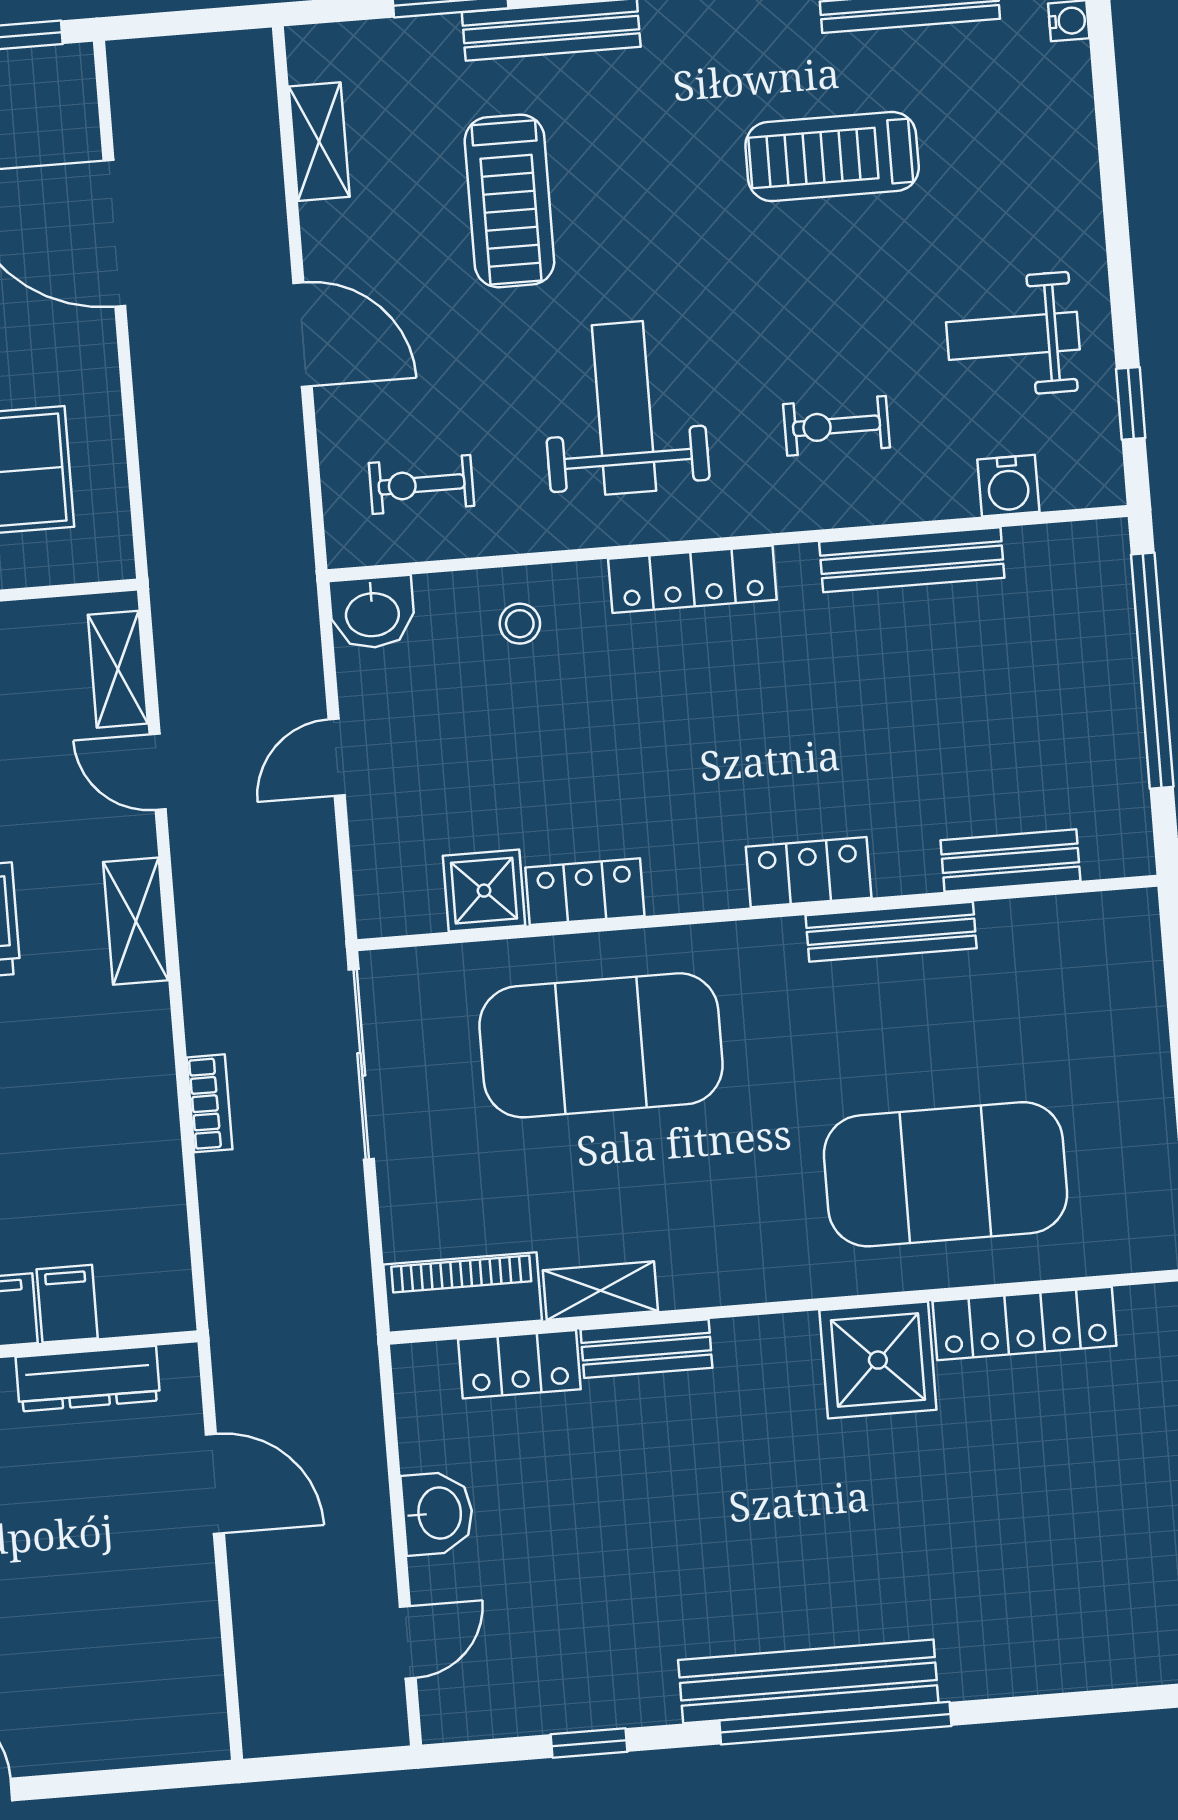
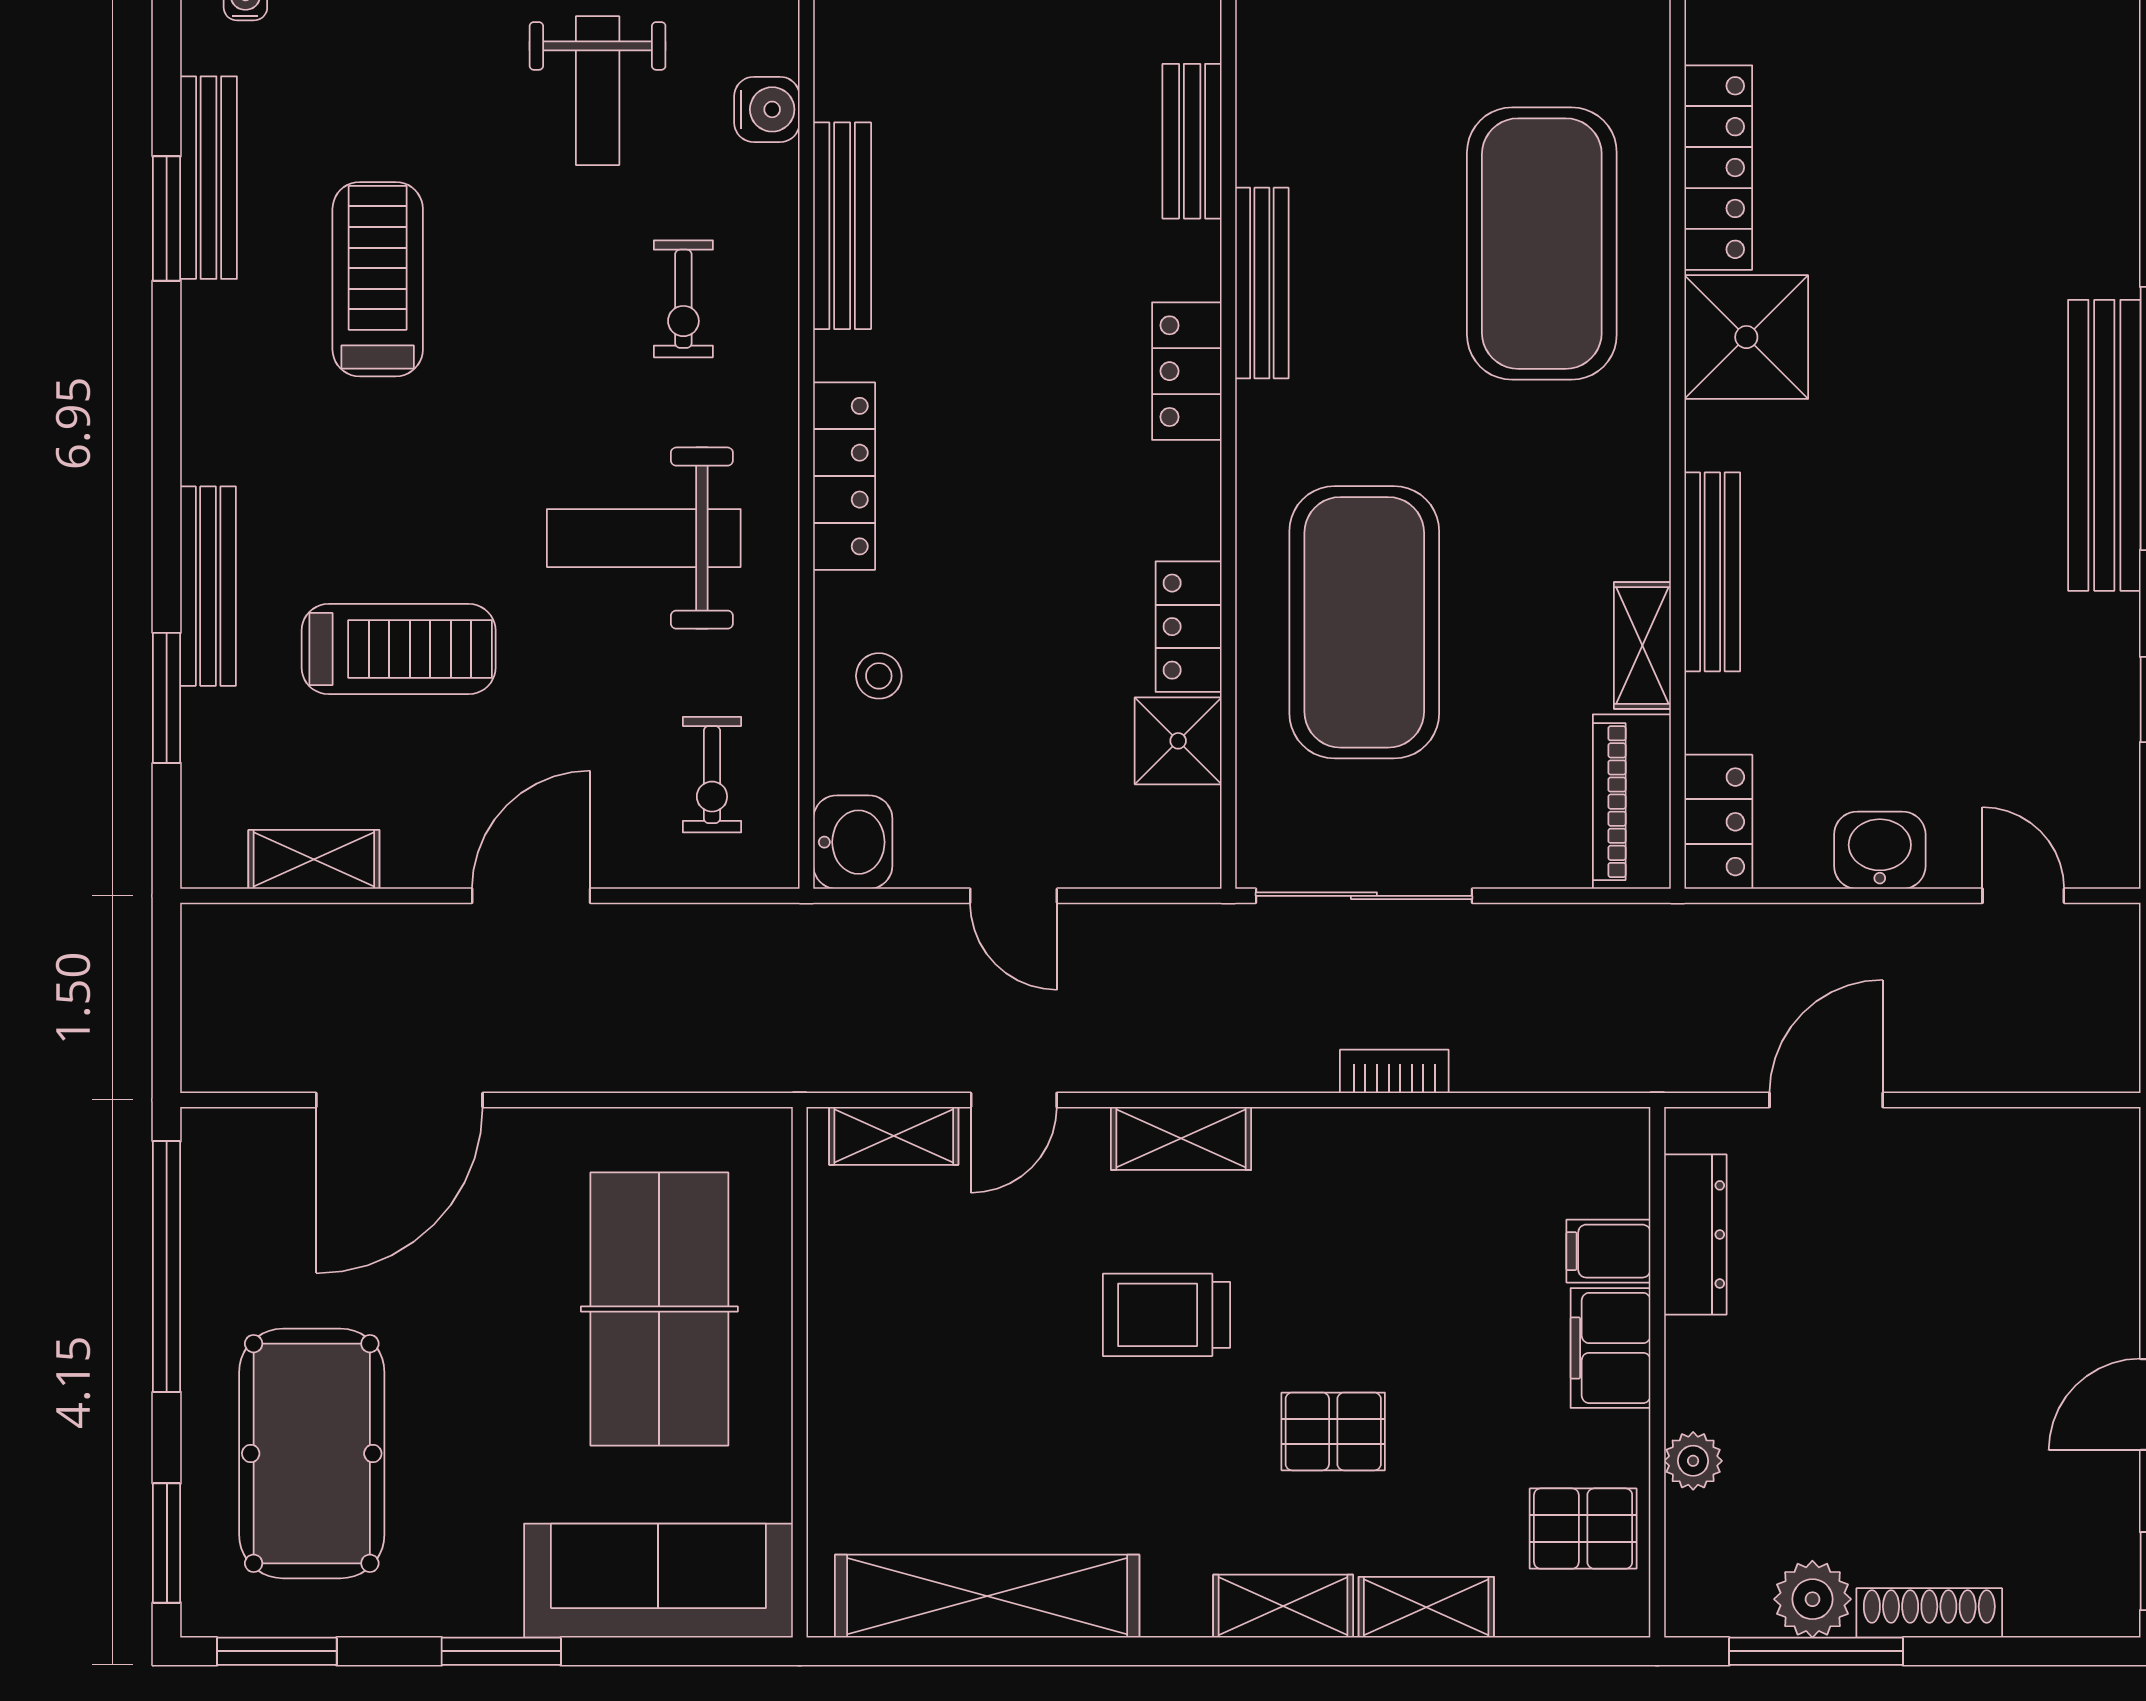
treadmill: (832, 157) -> (378, 279), turned 180
bench: (646, 1349) -> (1712, 572), width x1.36
locker: (519, 1364) -> (1718, 822), moved

